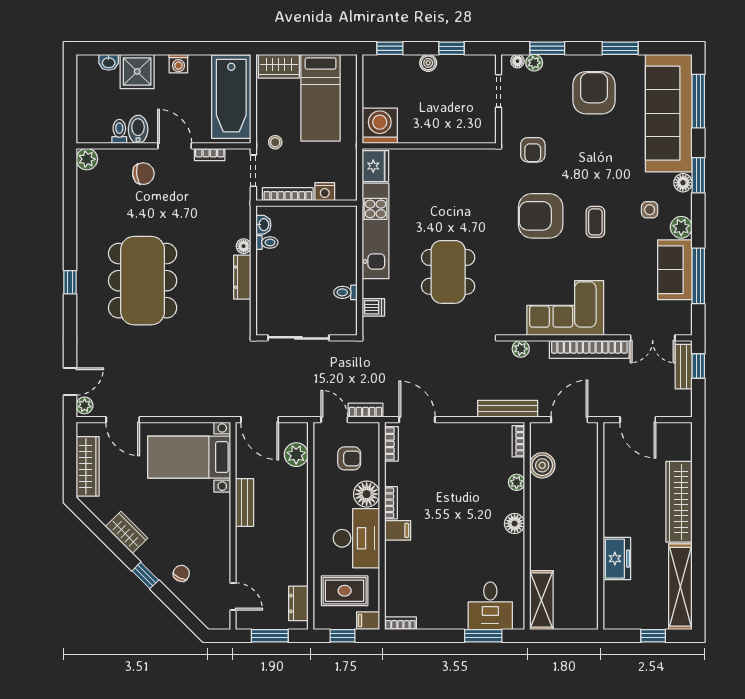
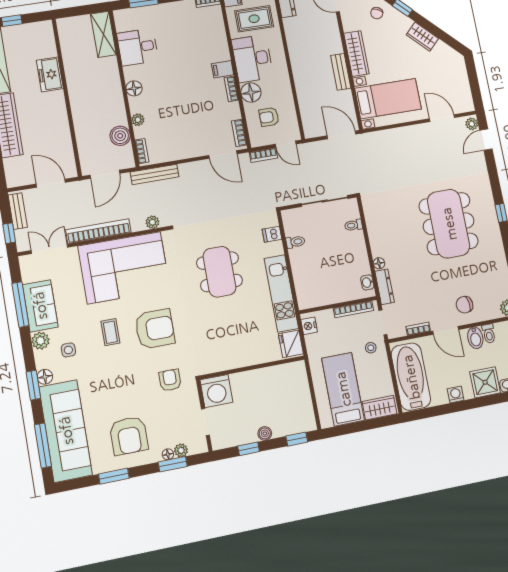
floor lamp: (517, 61) -> (168, 454), moved
washing machine: (380, 126) -> (216, 391), moved
nightstand: (325, 192) -> (309, 326), moved, turned -90
toilet: (267, 242) -> (353, 225), moved
dresser: (242, 277) -> (385, 287), moved
corner sofa: (565, 308) -> (124, 268), width x1.36, depth x1.36
bench: (684, 367) -> (18, 211), moved
plant: (296, 455) -> (309, 113), removed
wardrobe: (88, 466) -> (356, 54), moved, turned 180
desk: (490, 606) -> (138, 47), moved, turned -90

